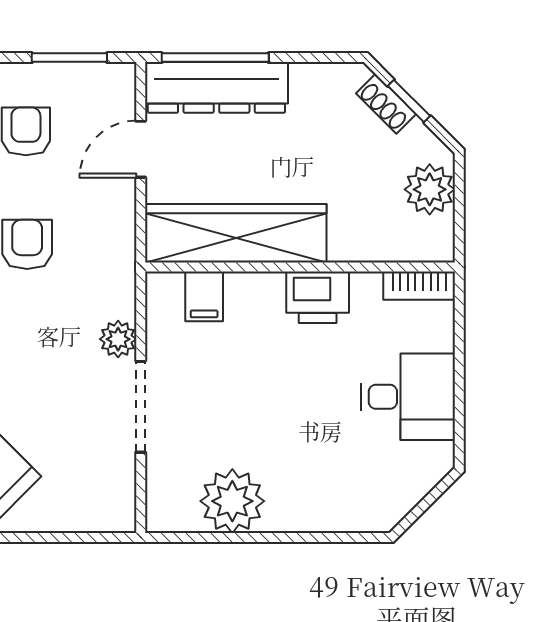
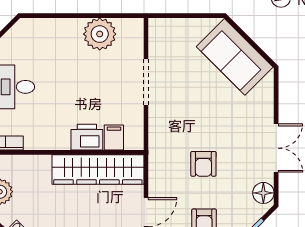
printer: (318, 297) -> (87, 137), moved
plant: (118, 339) -> (157, 116), removed

